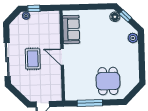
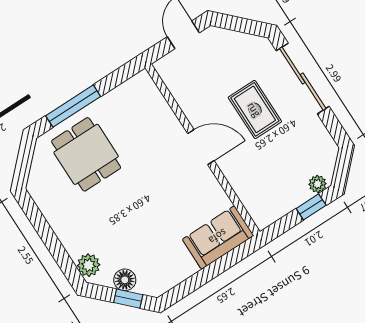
floor lamp: (115, 17) -> (125, 280), moved
sofa: (71, 29) -> (218, 237), moved, turned 90
window: (90, 103) -> (73, 106), moved

